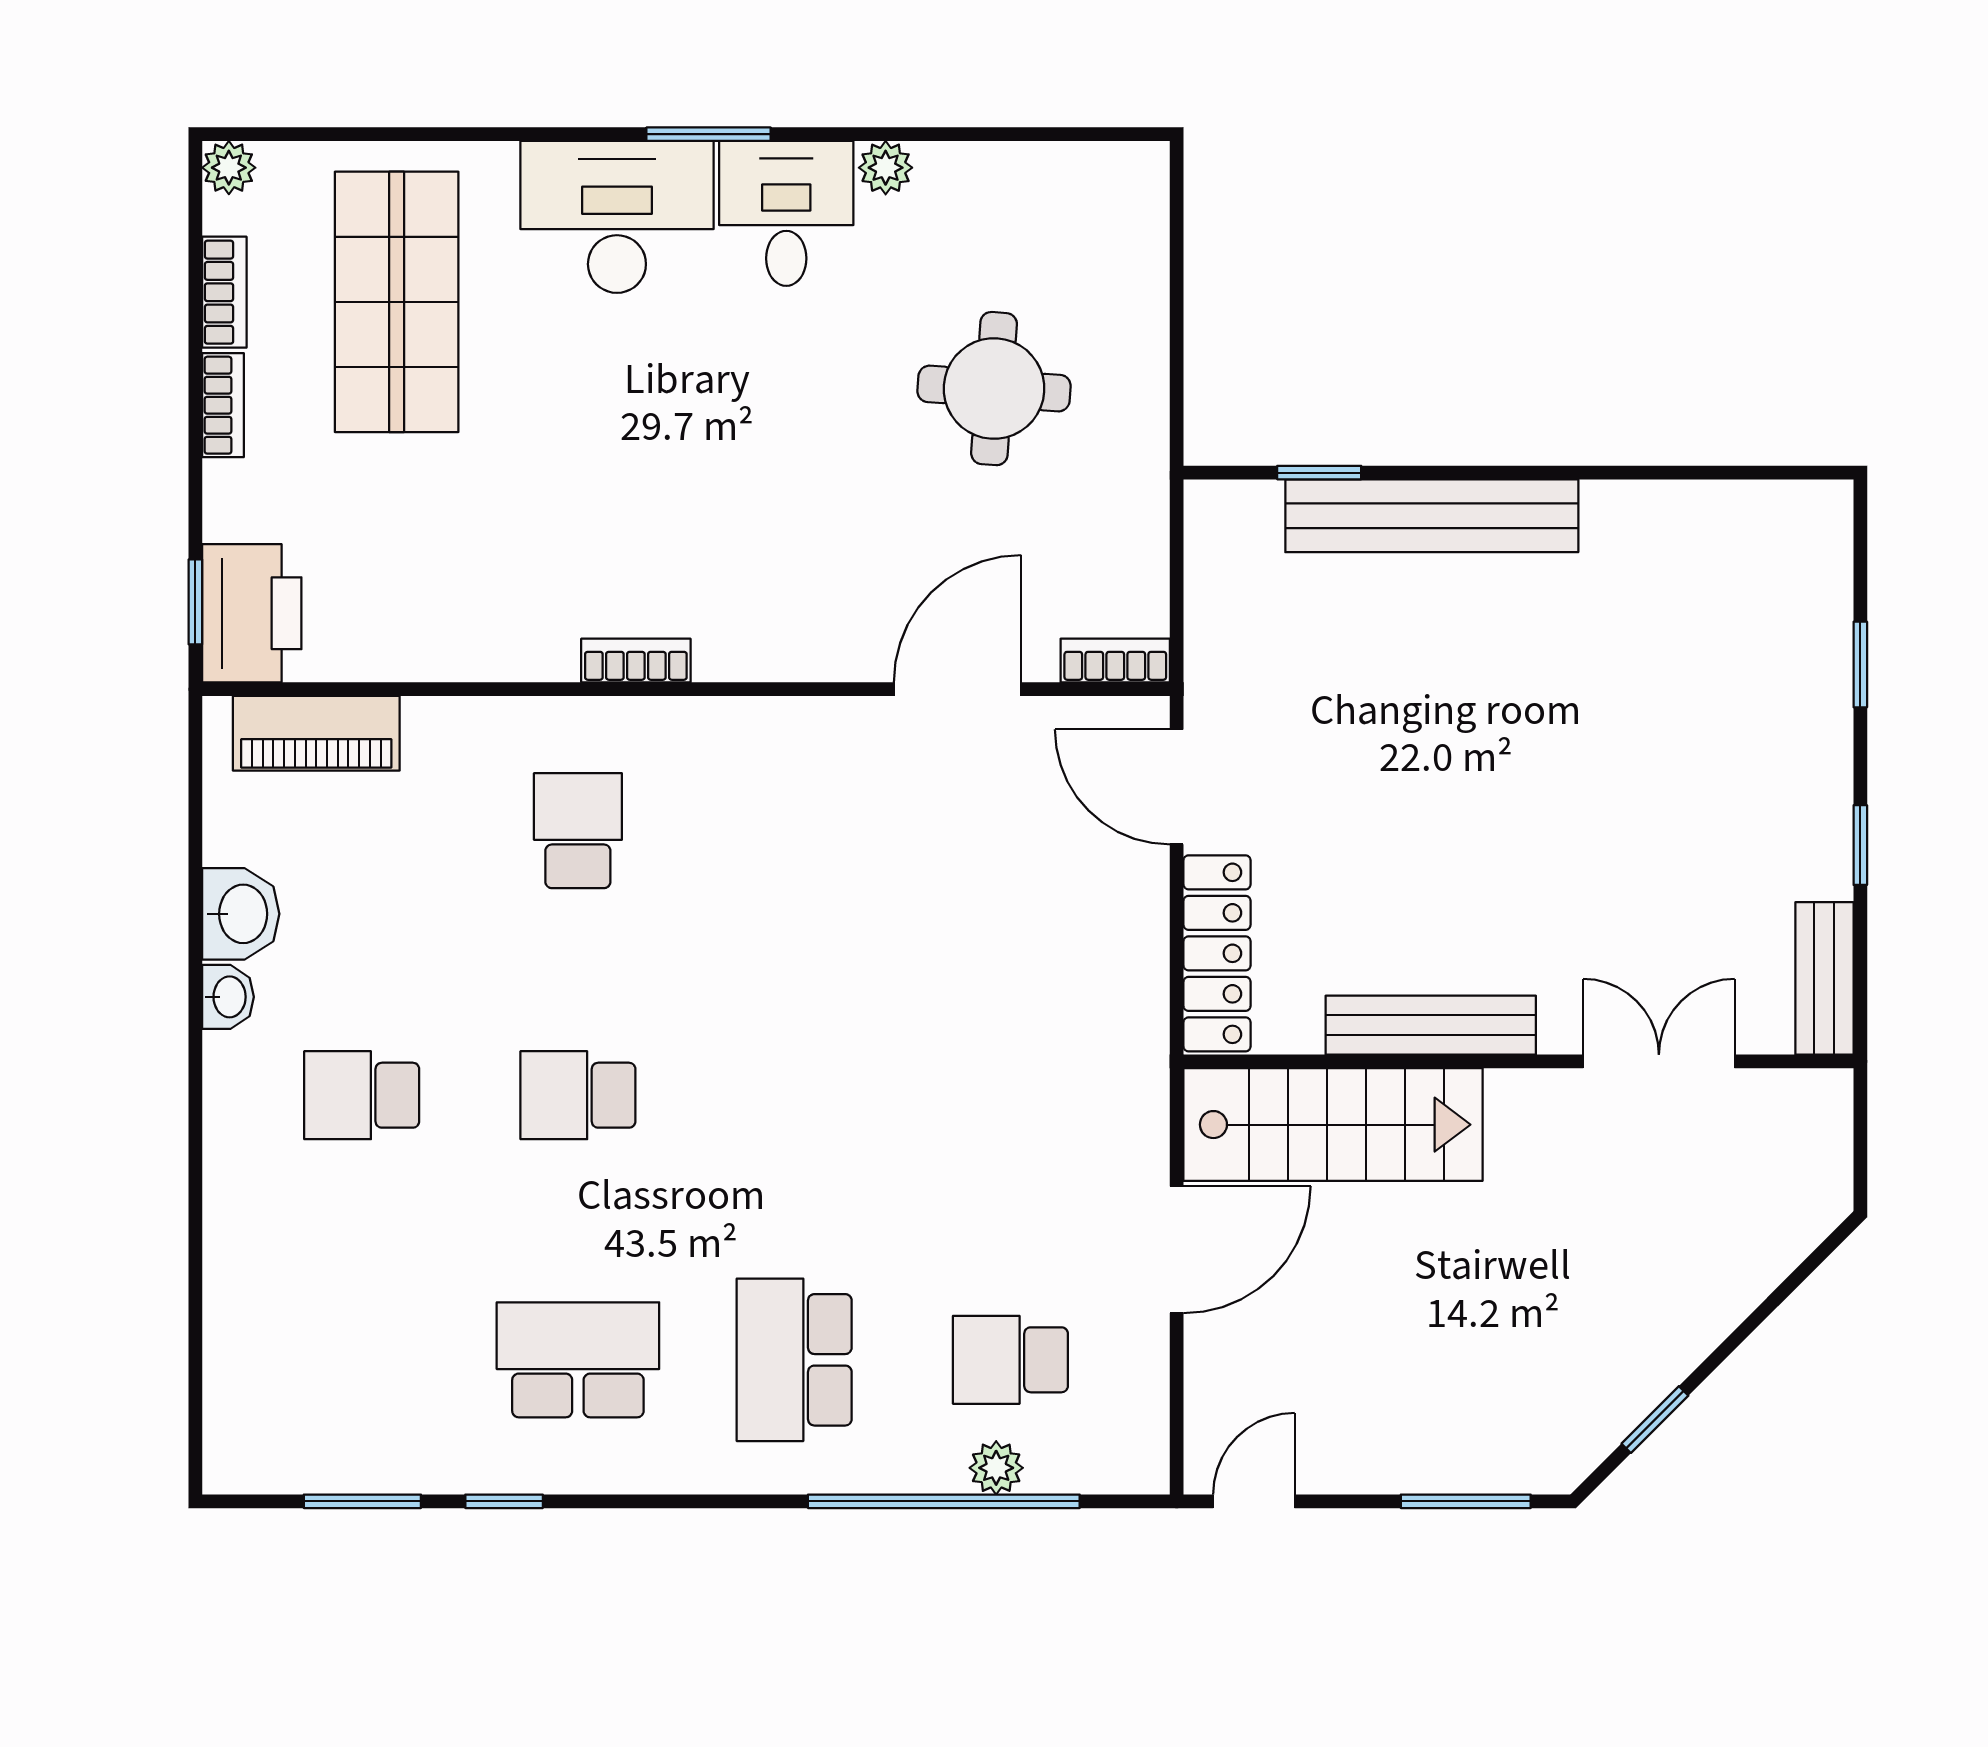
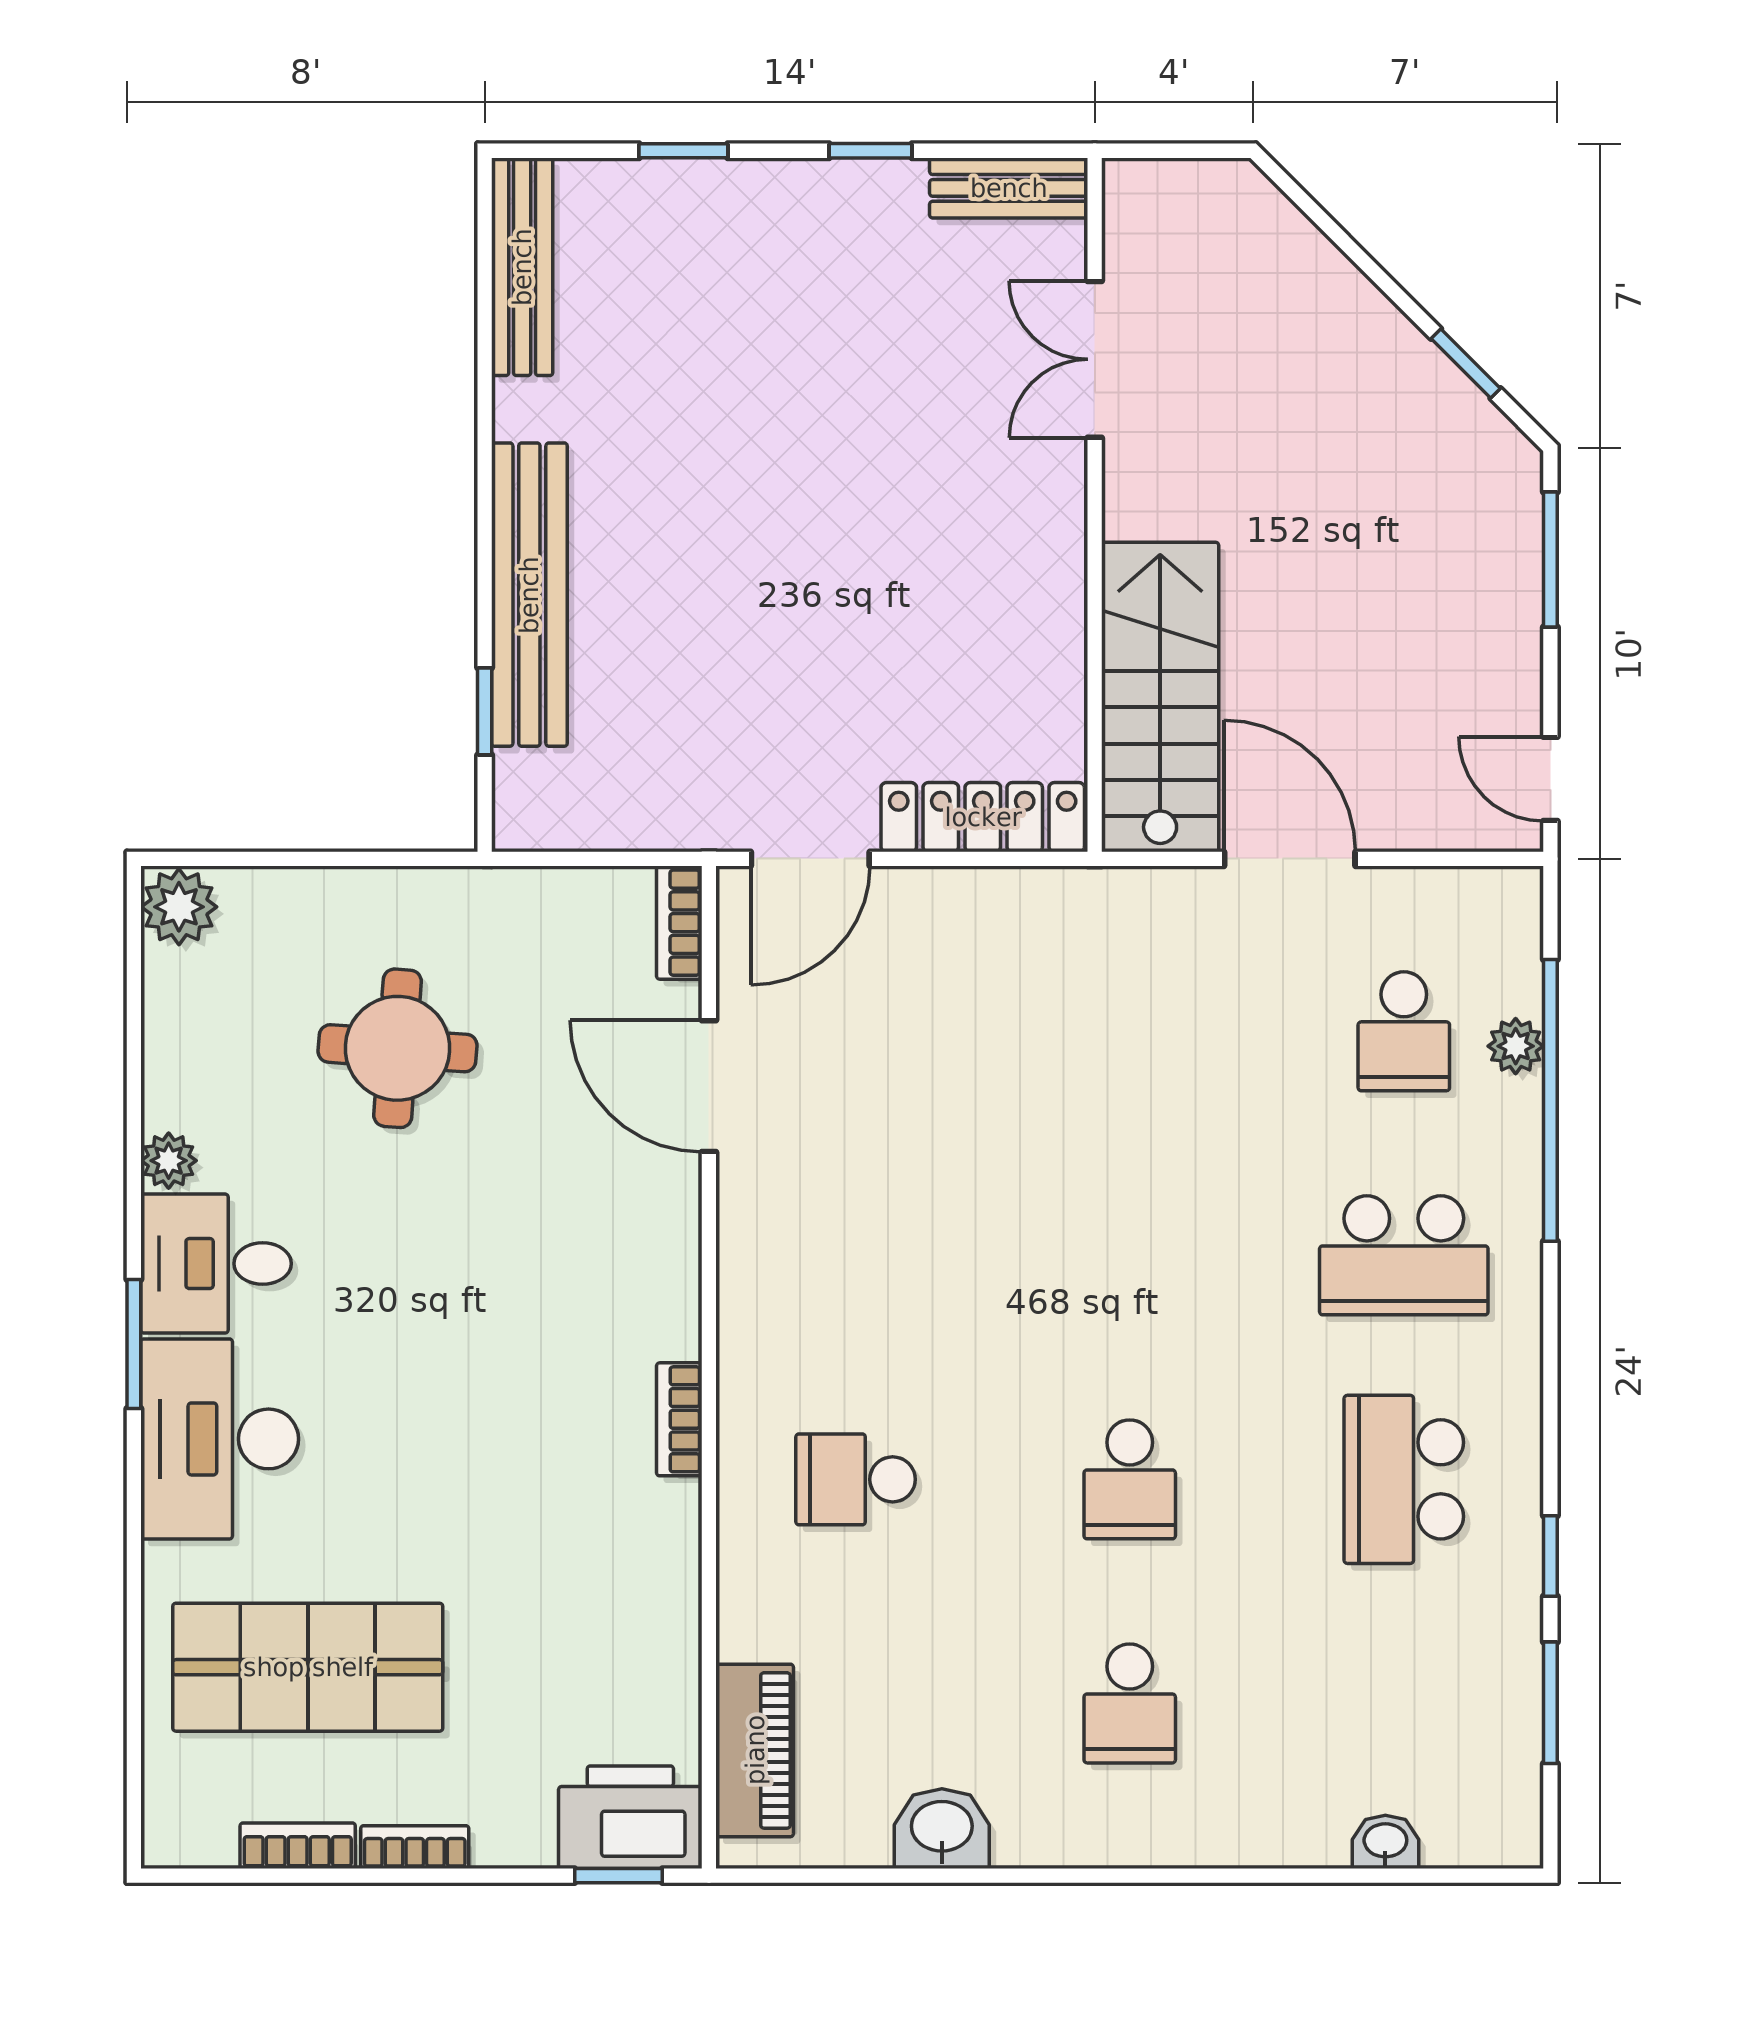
plant: (229, 168) -> (179, 907), moved, width x1.38, depth x1.38
washbasin: (228, 997) -> (1385, 1842), moved
bench: (1431, 1025) -> (522, 267), moved

